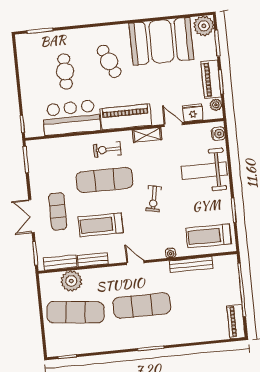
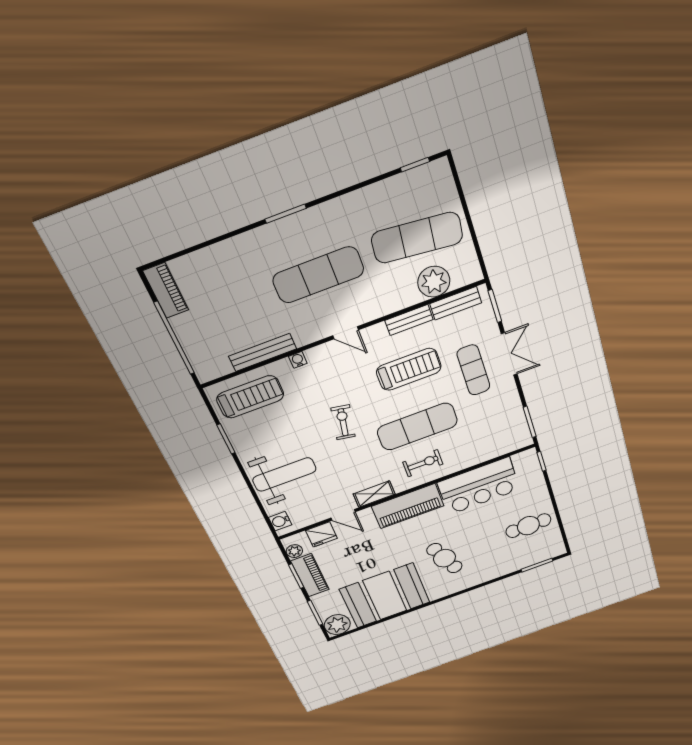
cafe table: (65, 71) -> (528, 526), moved, turned 90

